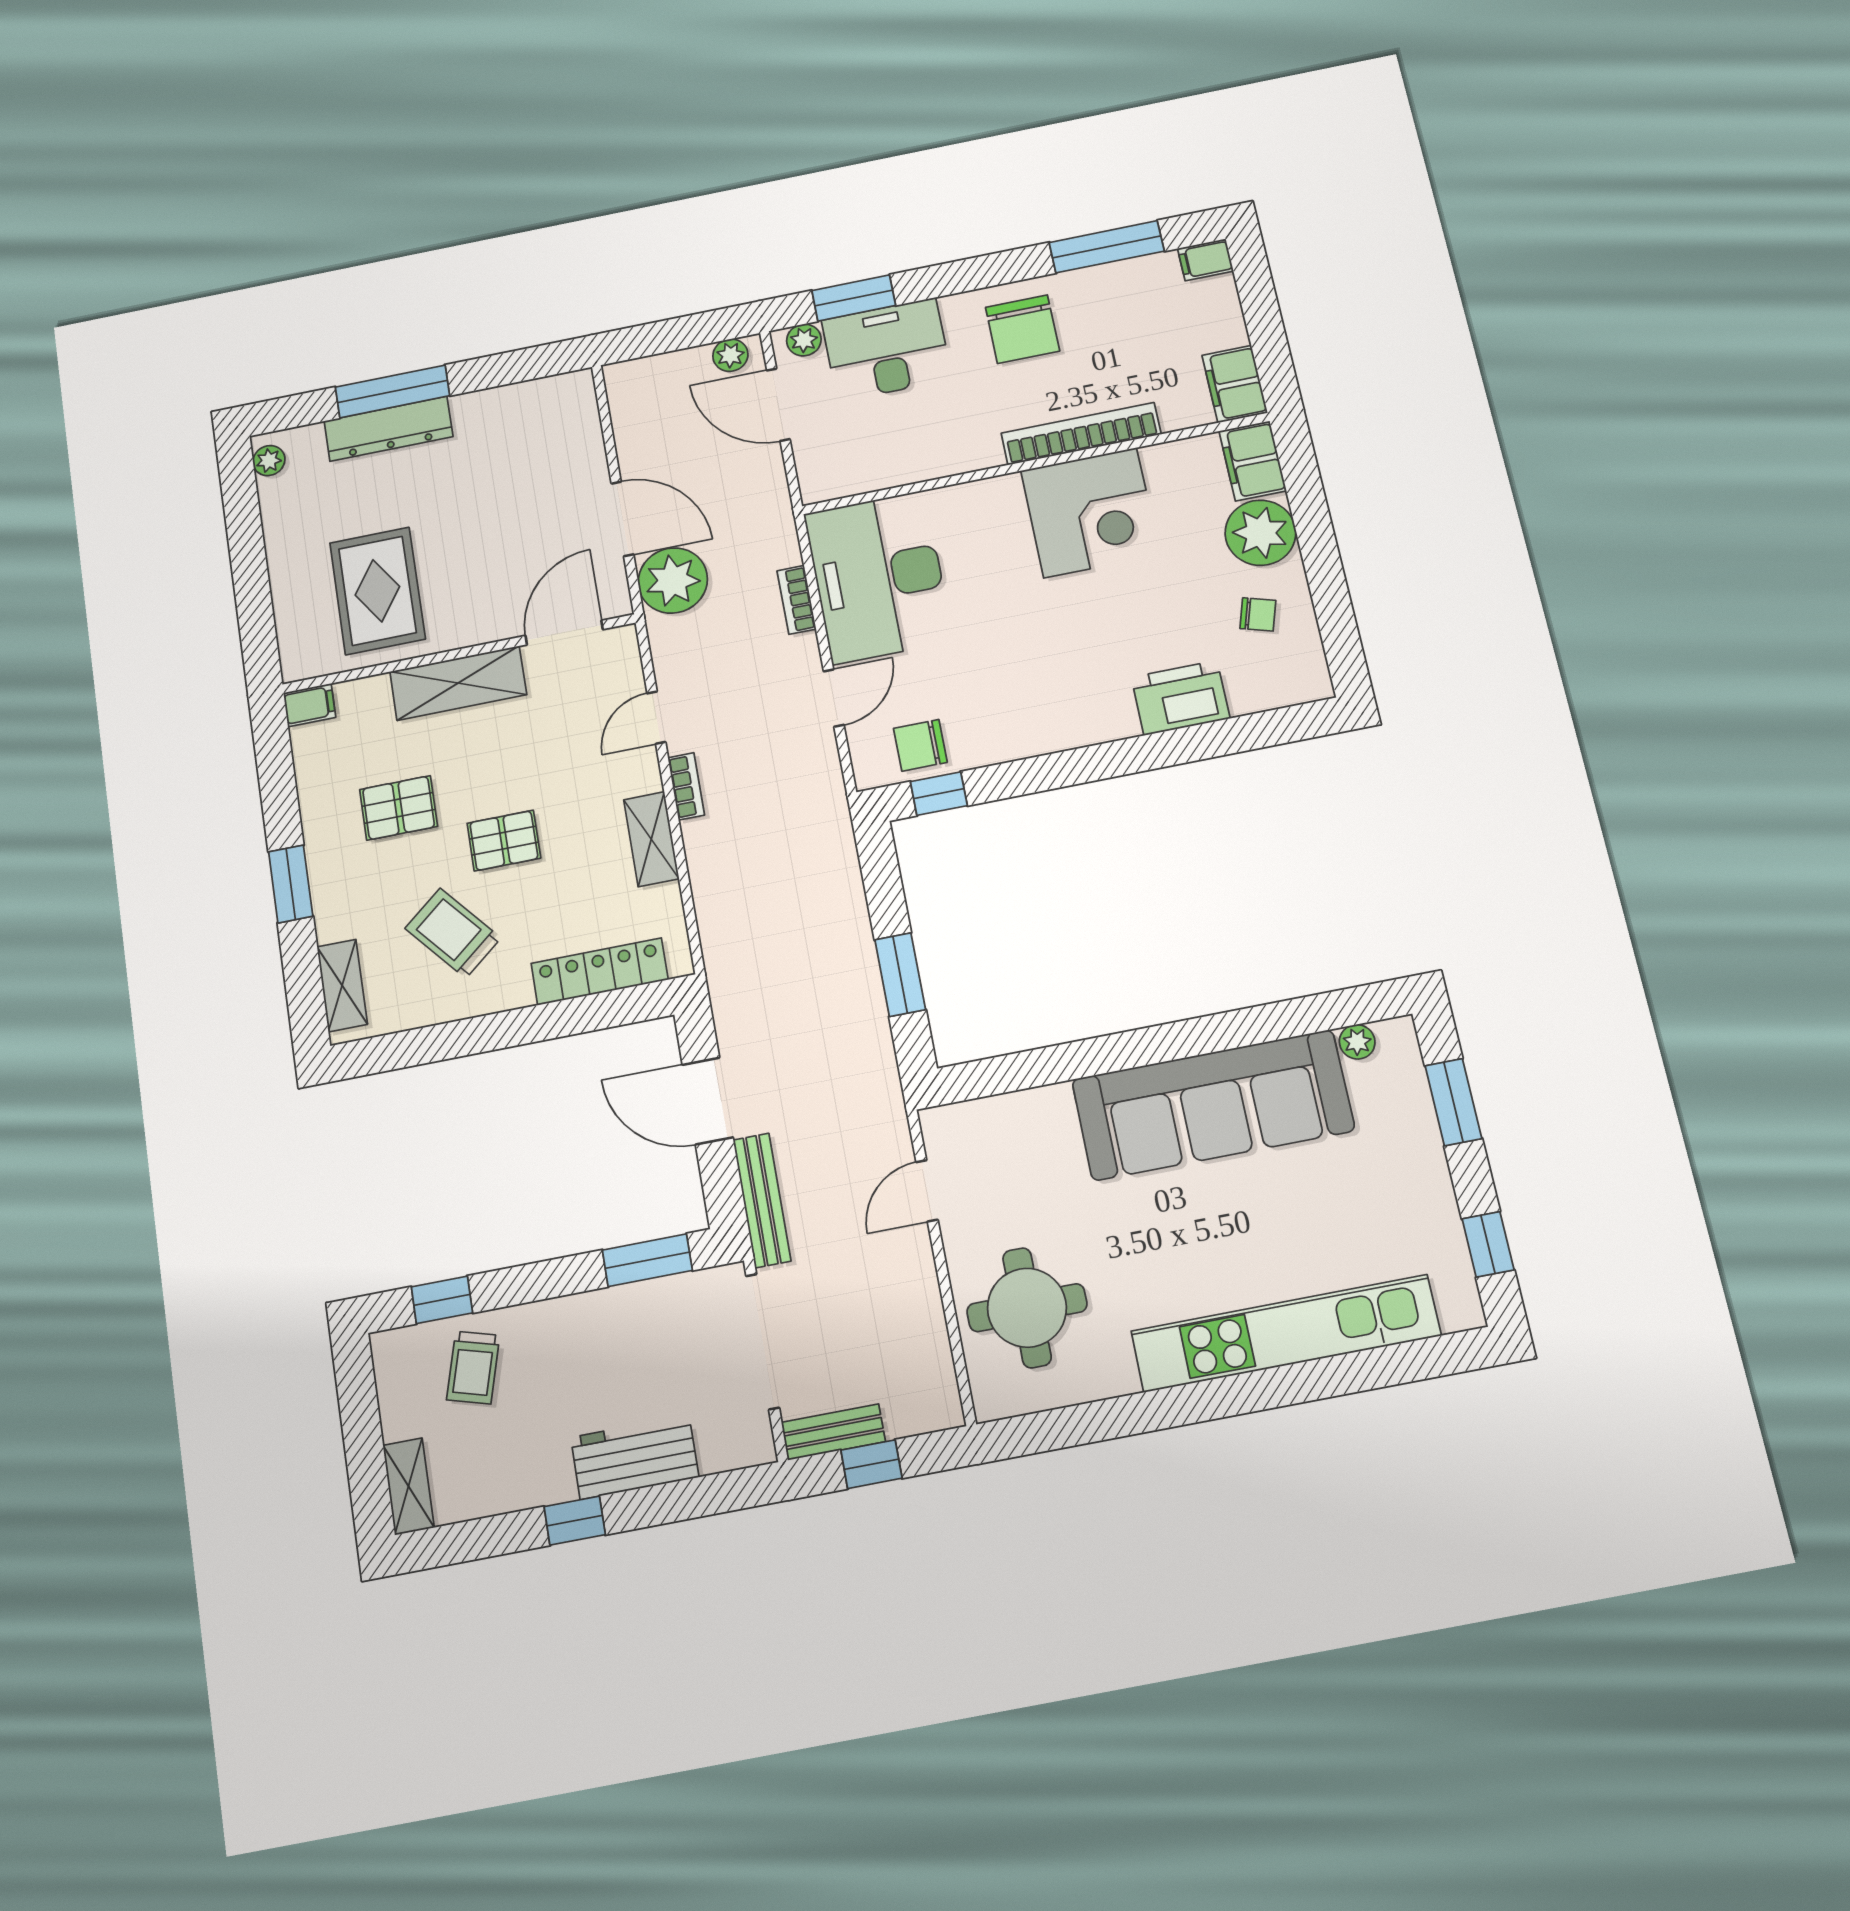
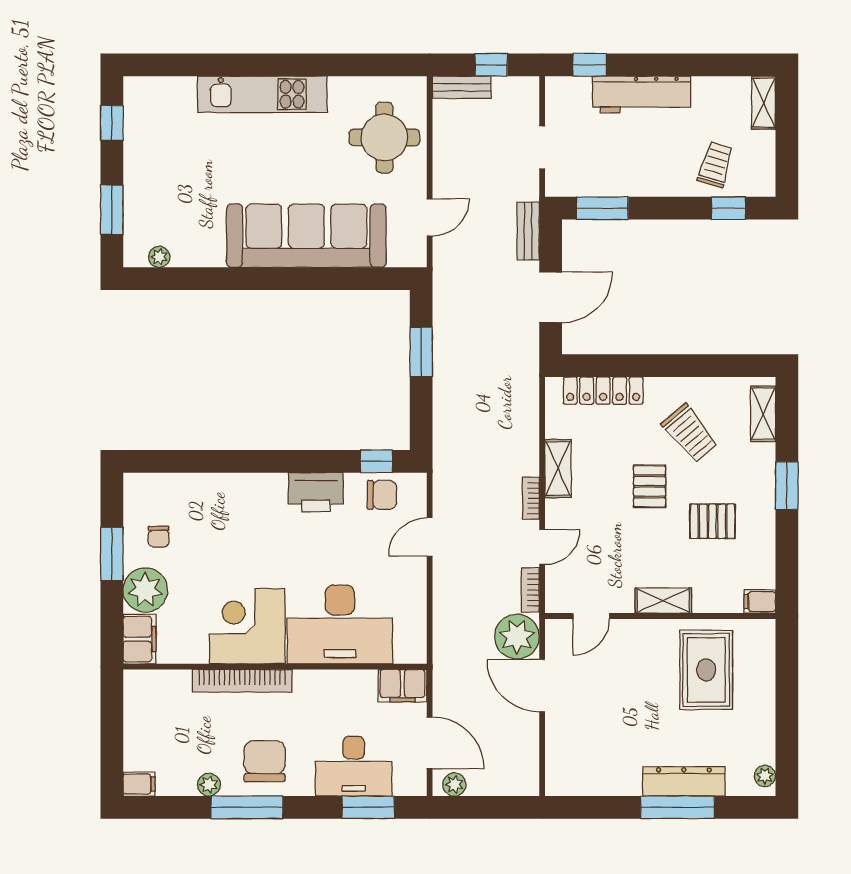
window: (1107, 247) -> (247, 807), moved
plant: (804, 340) -> (209, 785), moved
filing cabinet: (1235, 384) -> (403, 686), moved, turned 90
window: (1325, 574) -> (112, 554), added
desk: (878, 577) -> (340, 624), moved, turned 90
bookcase: (797, 600) -> (530, 590), moved, turned 180
chair: (1258, 614) -> (159, 536), turned -107
door: (564, 633) -> (591, 616), width x0.73
shelving: (458, 683) -> (663, 601), width x0.67, depth x0.75
printer: (1181, 698) -> (316, 492), moved
pallet: (504, 841) -> (650, 486), turned 90
door: (708, 1101) -> (551, 297), hinge flipped
sofa: (1213, 1105) -> (306, 236), moved
bench: (762, 1200) -> (528, 231), width x0.73
kitchen unit: (1286, 1333) -> (262, 94), width x0.73
doorway: (763, 1341) -> (542, 147), width x0.53
bench: (833, 1432) -> (462, 87), moved
workbench: (635, 1457) -> (642, 94), width x1.38
window: (575, 1521) -> (590, 65), moved

